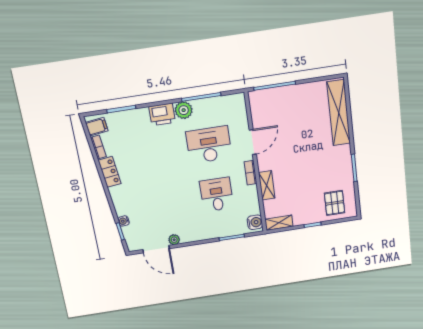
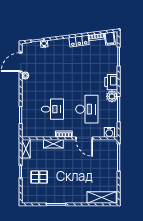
shelving: (339, 113) -> (102, 198), width x0.68
pallet: (335, 203) -> (39, 177), moved
water cooler: (255, 222) -> (109, 132), moved

